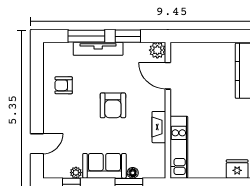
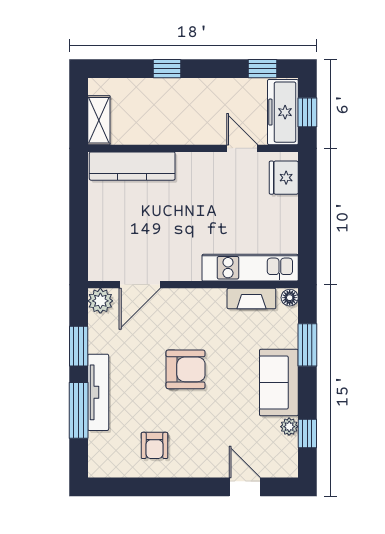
fireplace: (159, 127) -> (251, 299), moved
floor lamp: (133, 173) -> (290, 298), moved

